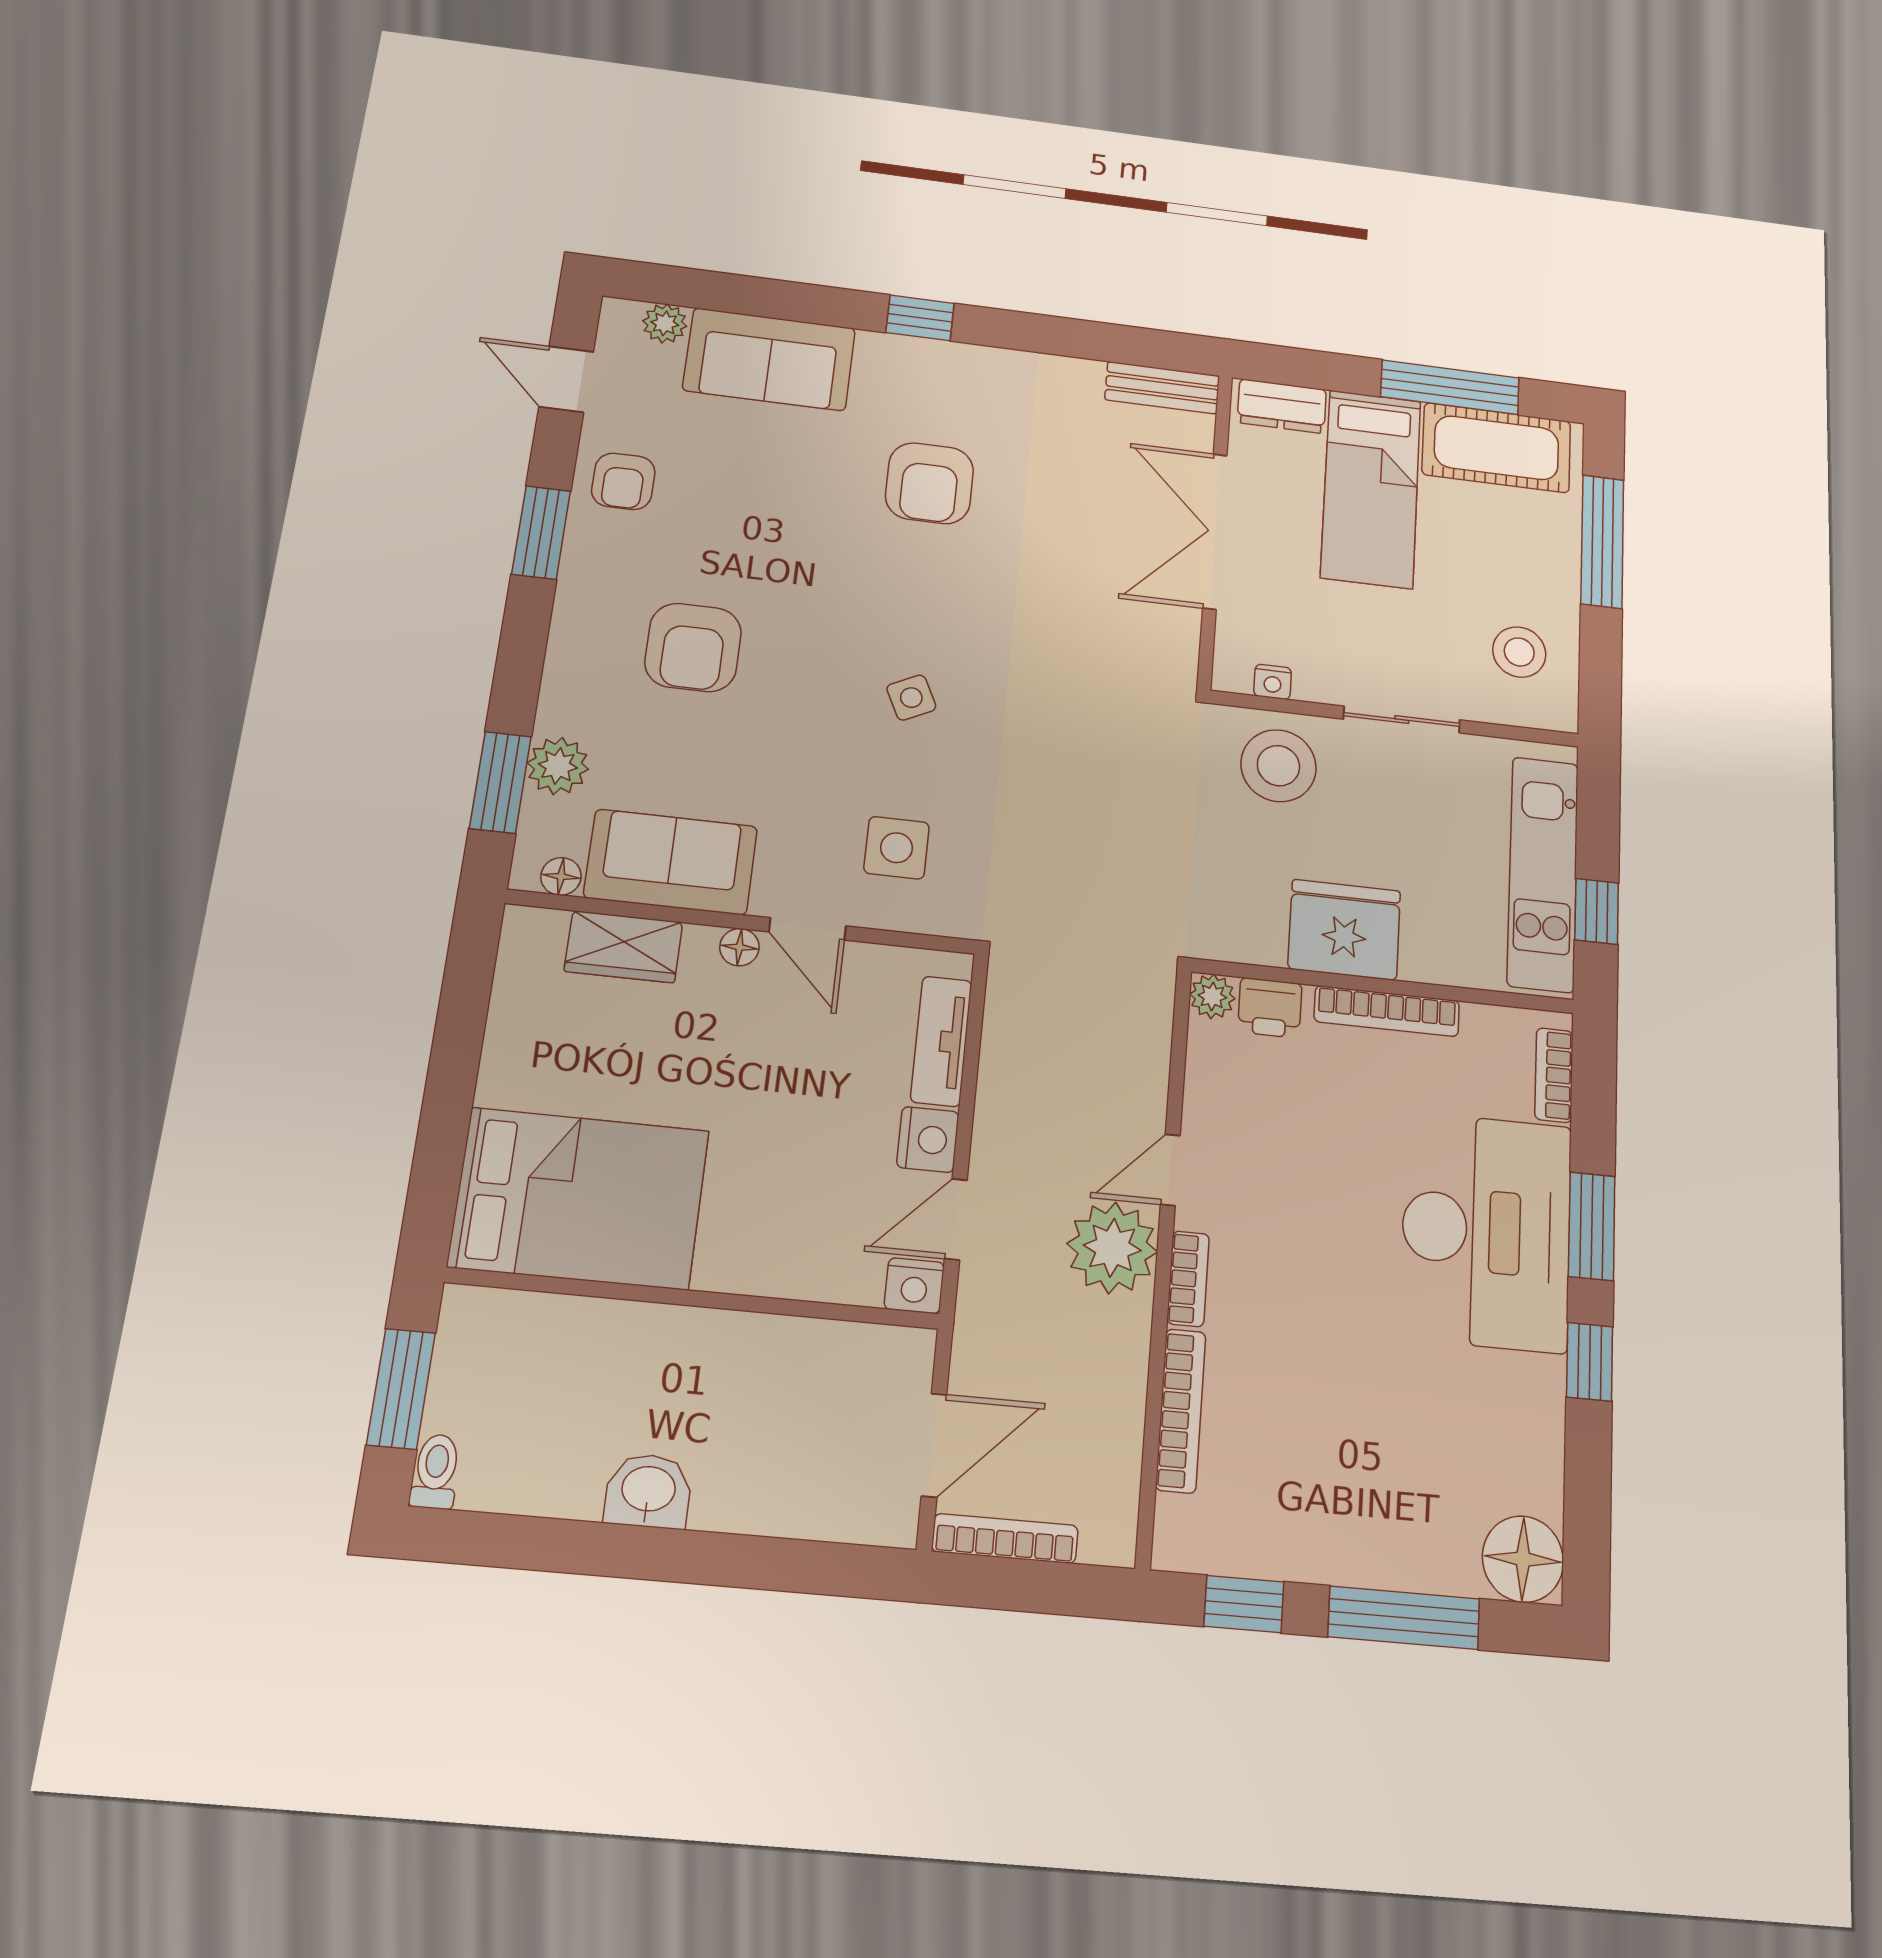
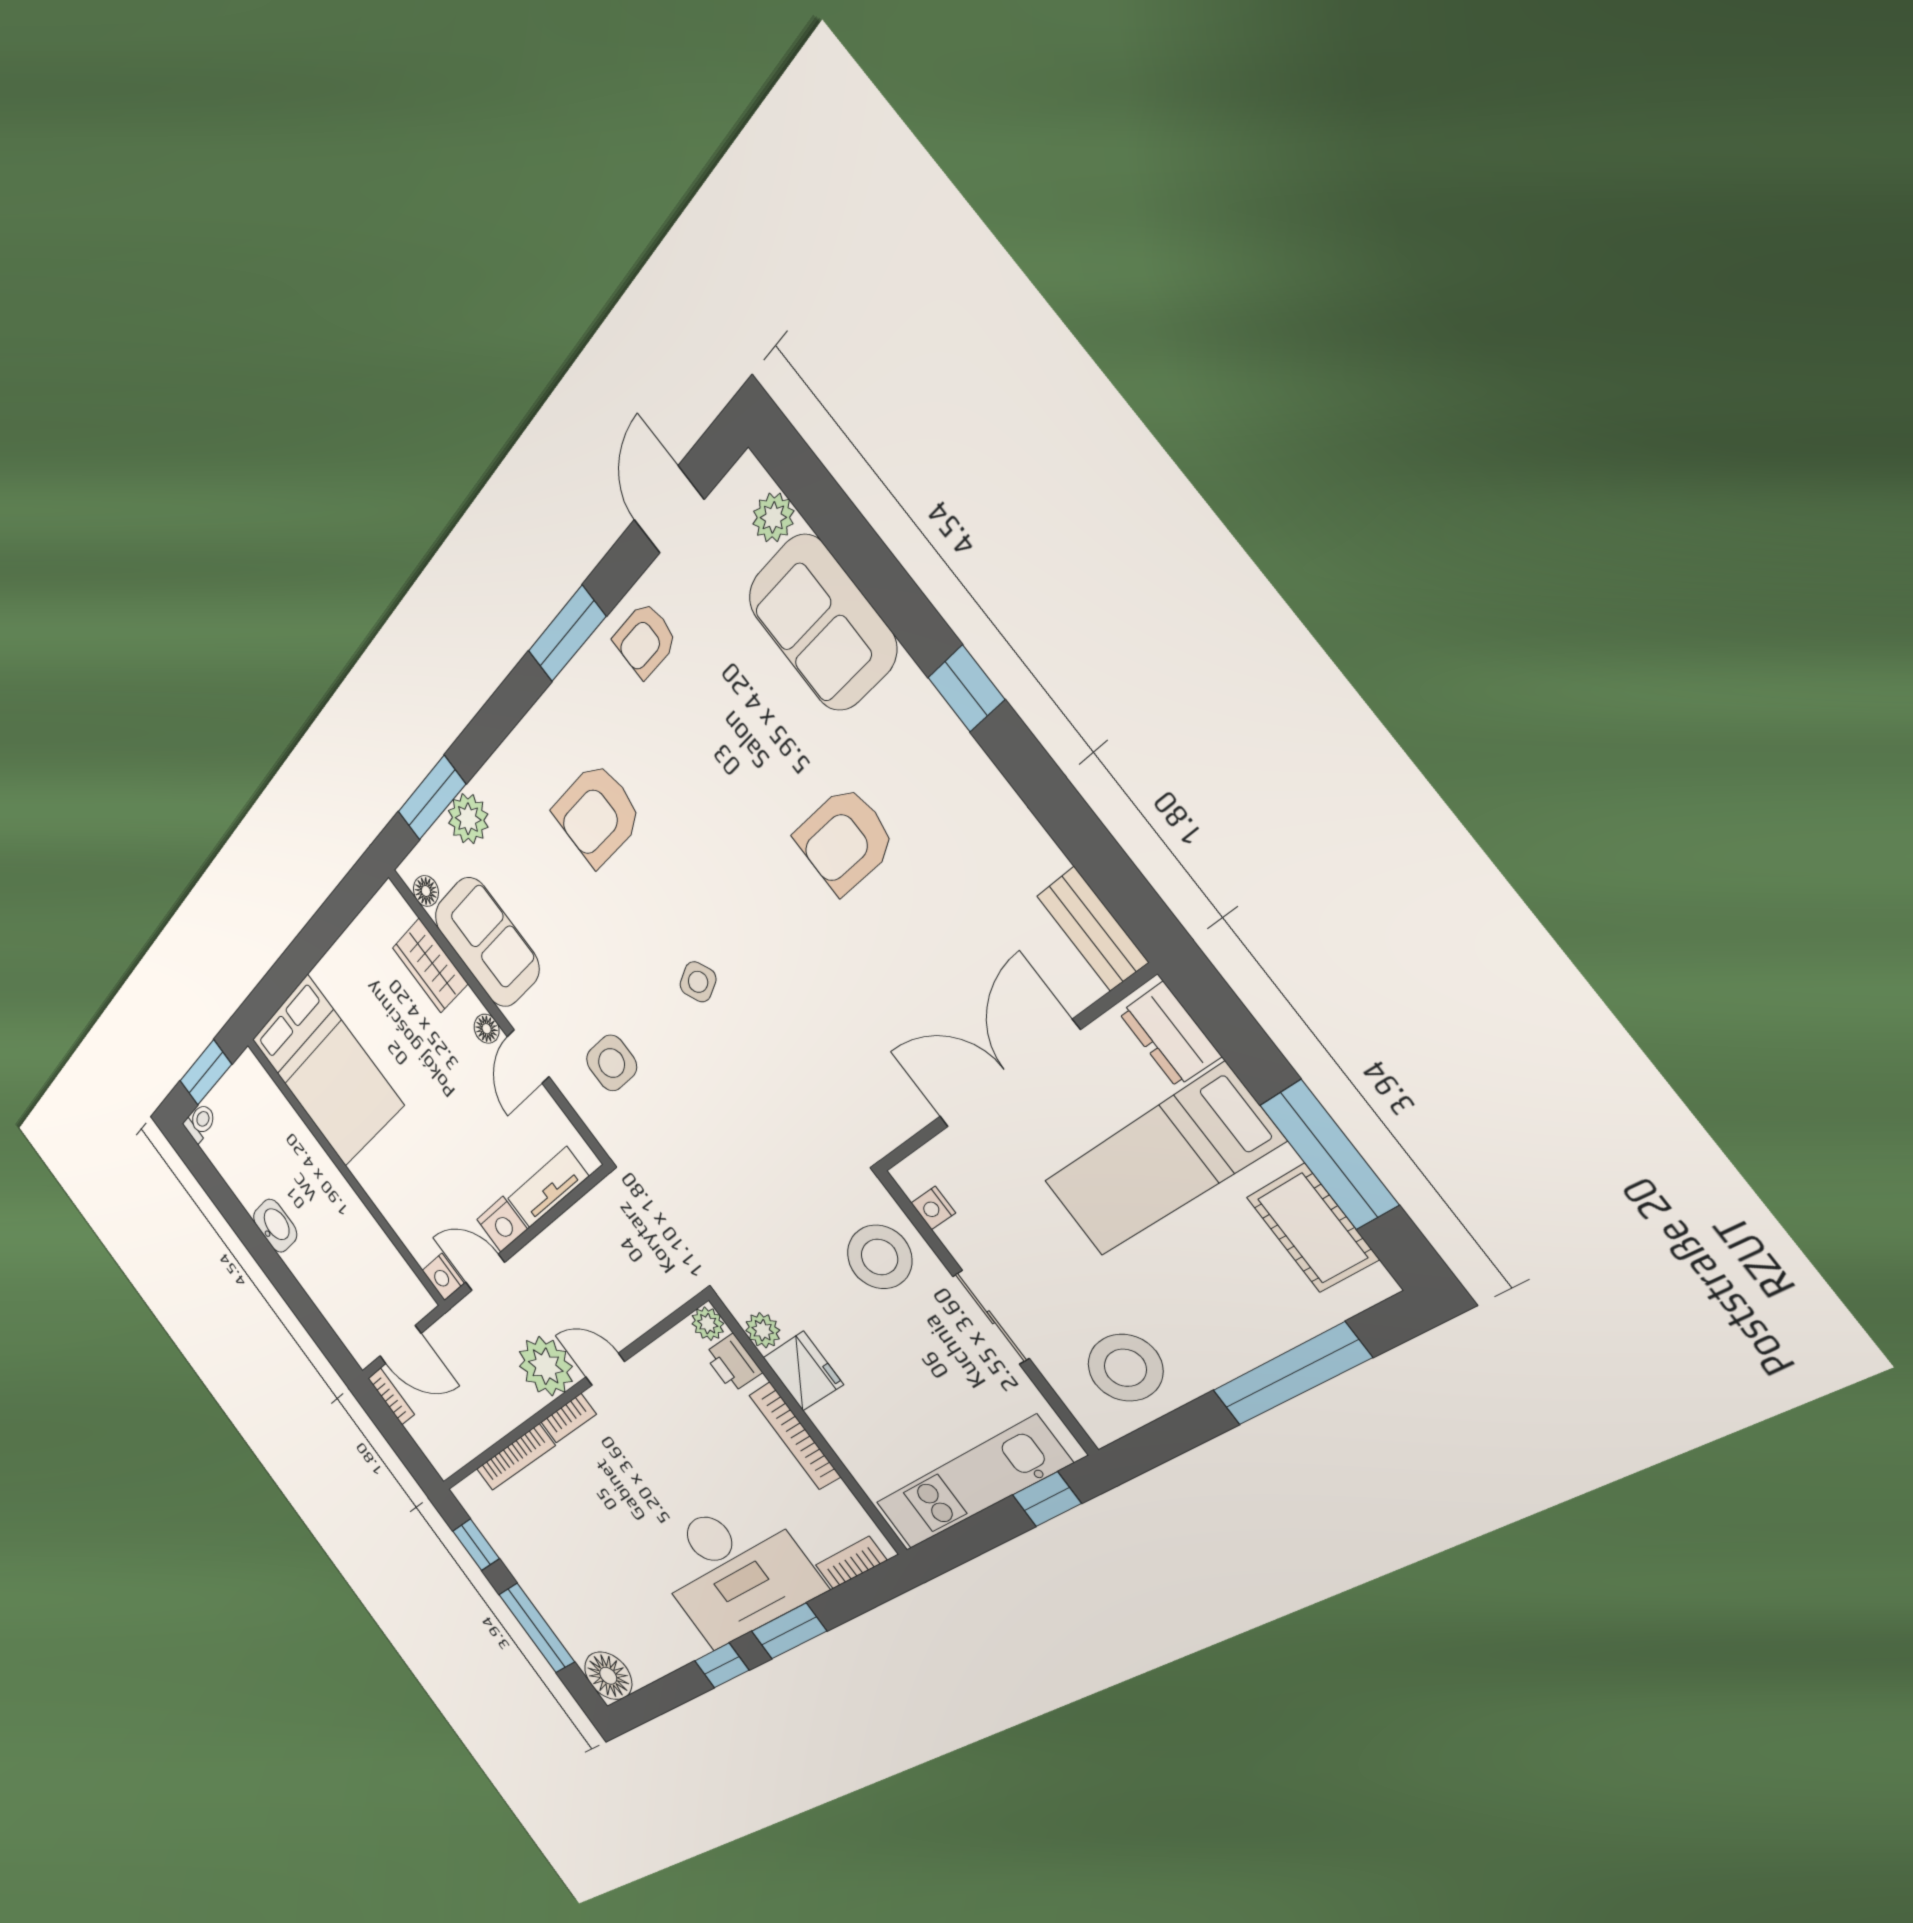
cot: (1497, 448) -> (1312, 1228), width x0.73, depth x0.75
stool: (1519, 652) -> (1125, 1368), width x1.38, depth x1.38
window: (1597, 911) -> (1047, 1499), moved
fridge: (1344, 930) -> (803, 1371), width x0.73, depth x0.75
plant: (1261, 943) -> (763, 1330), added
bookcase: (1005, 1538) -> (391, 1396), width x0.64

